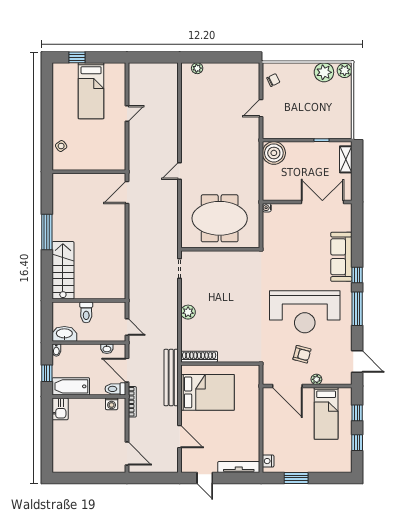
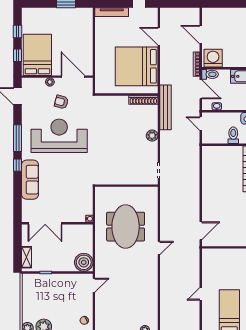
door: (261, 108) -> (94, 285), moved
meeting table: (220, 218) -> (126, 227), moved, turned 90
bench: (171, 378) -> (166, 107), moved
bed: (207, 392) -> (137, 66), width x1.36
washing machine: (112, 404) -> (213, 58), width x1.89, depth x1.89
bed: (326, 413) -> (37, 55), width x1.50
door: (127, 453) -> (201, 35), moved
nightstand: (268, 461) -> (88, 17), removed

